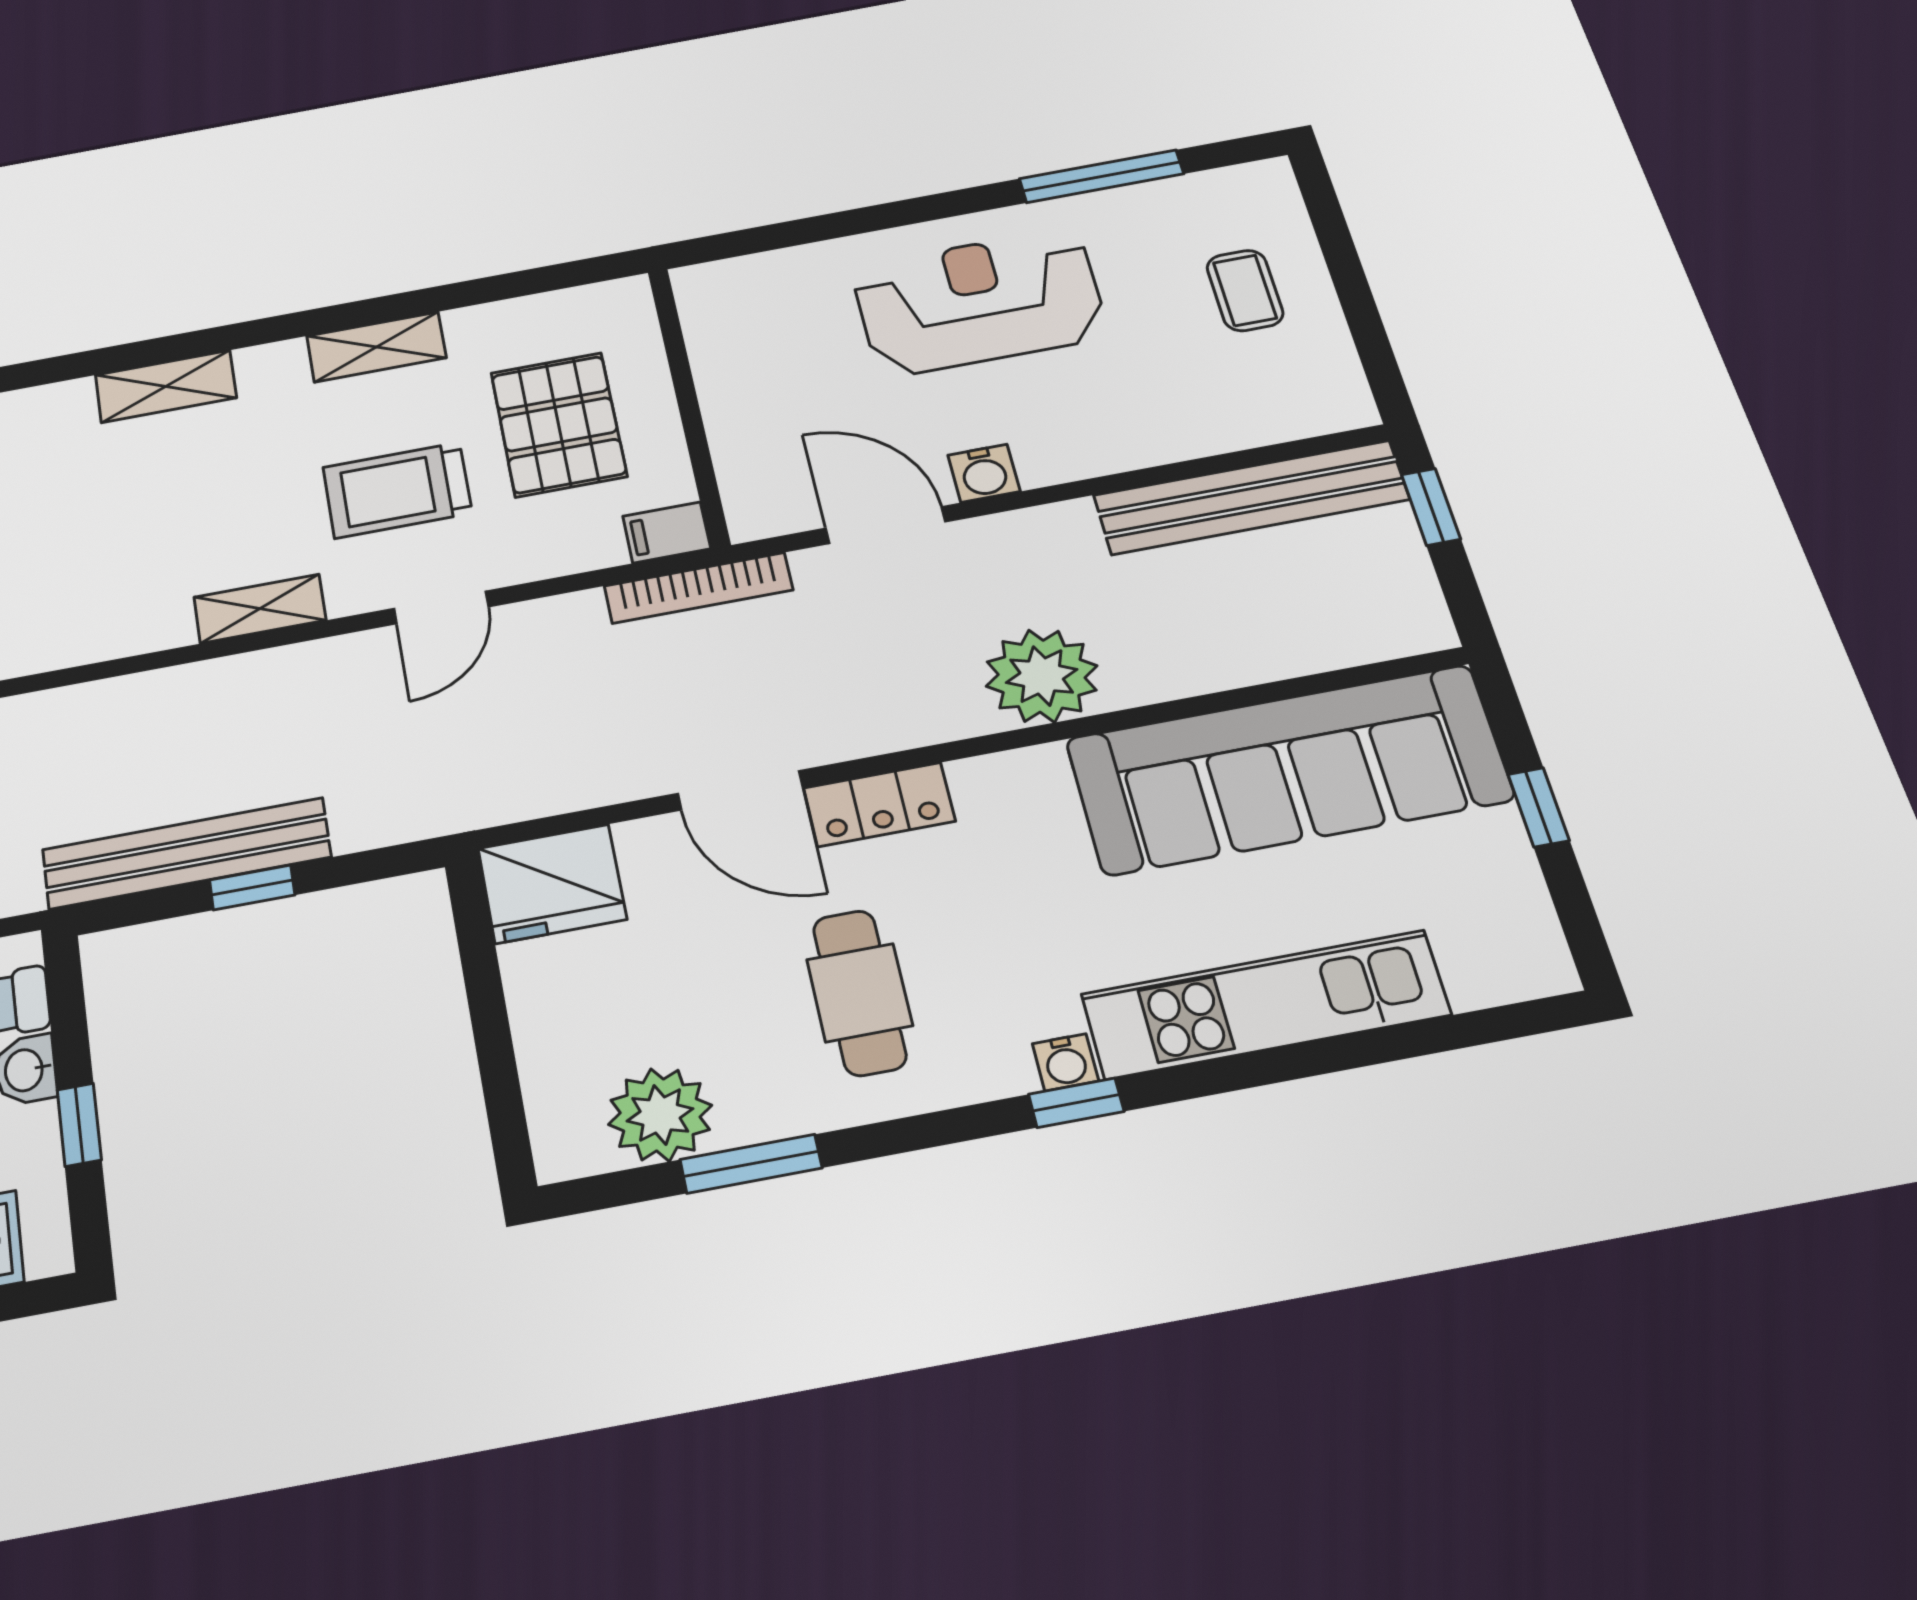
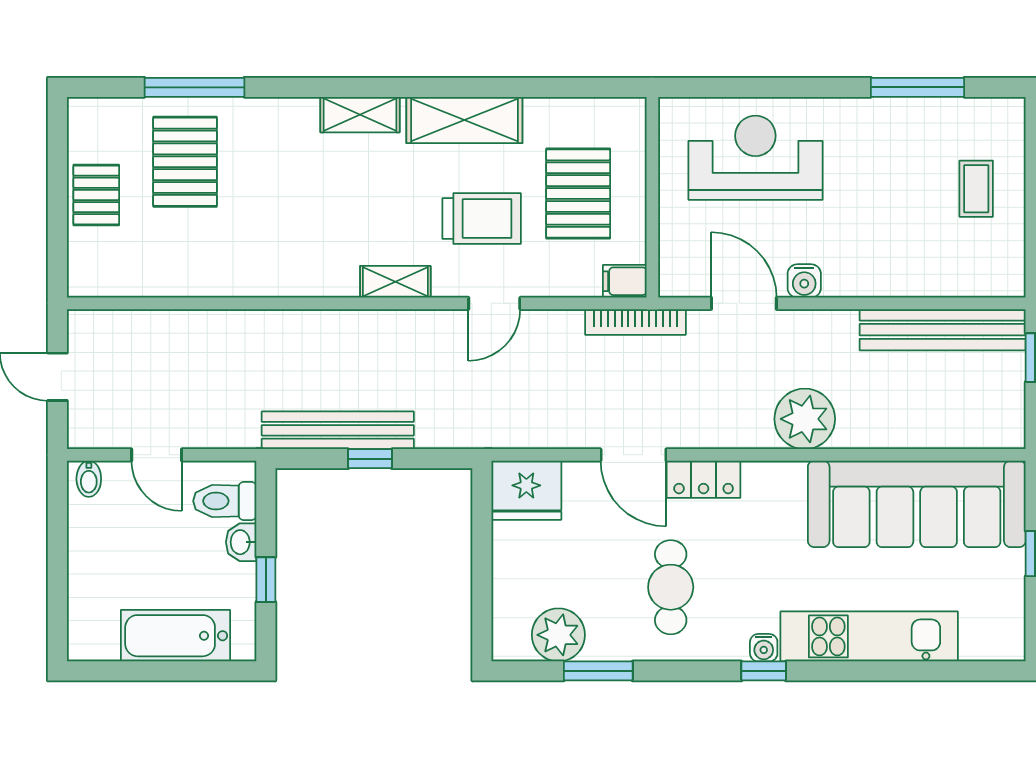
reception desk: (979, 302) -> (755, 158), moved
shelving: (376, 347) -> (464, 120), width x1.50, depth x1.33
trolley: (397, 490) -> (482, 219), turned 180

